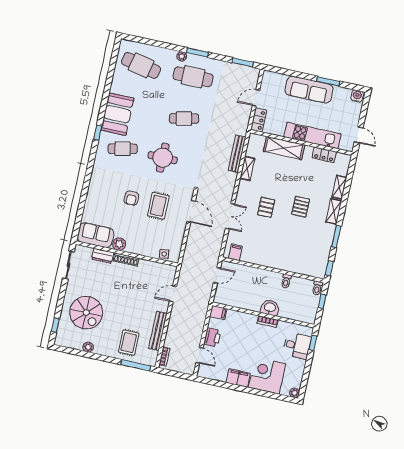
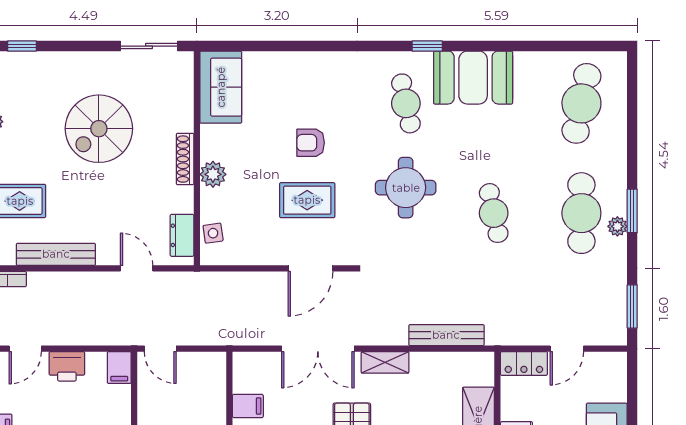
plant: (182, 56) -> (617, 226), moved
door: (256, 98) -> (567, 349), swing flipped
shelving: (247, 168) -> (385, 362), moved
double door: (230, 216) -> (318, 349), width x1.37
plant: (119, 244) -> (213, 174), moved
filing cabinet: (235, 252) -> (248, 406), moved
dresser: (103, 256) -> (182, 235), moved
door: (217, 275) -> (160, 349), moved
spiral stairs: (86, 313) -> (99, 129), moved

